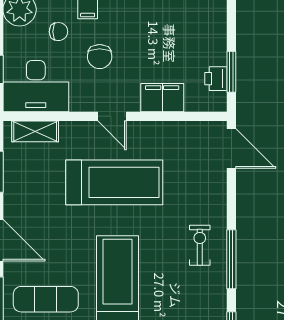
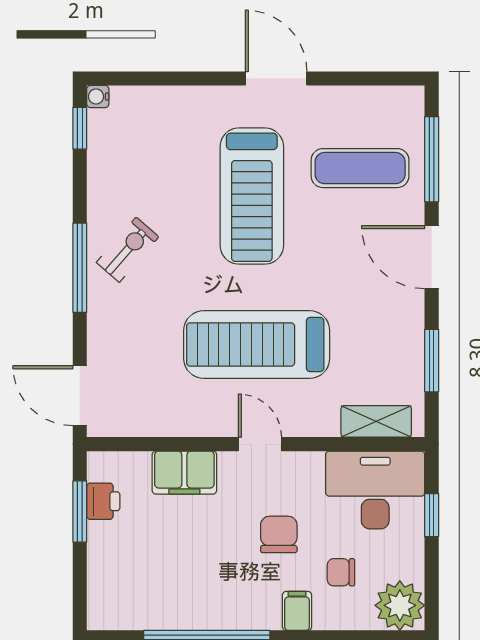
exercise bike: (200, 245) -> (128, 250), turned -139
window: (231, 259) -> (80, 268), moved

